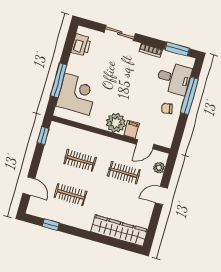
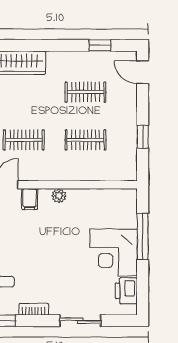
corner desk: (77, 94) -> (114, 252), moved
plant: (116, 123) -> (59, 196), width x0.53, depth x0.53
window: (43, 136) -> (143, 137), moved
door: (29, 186) -> (143, 72), moved

